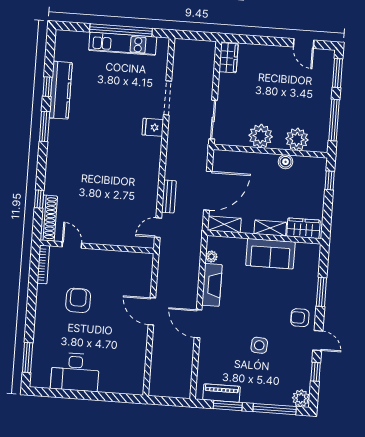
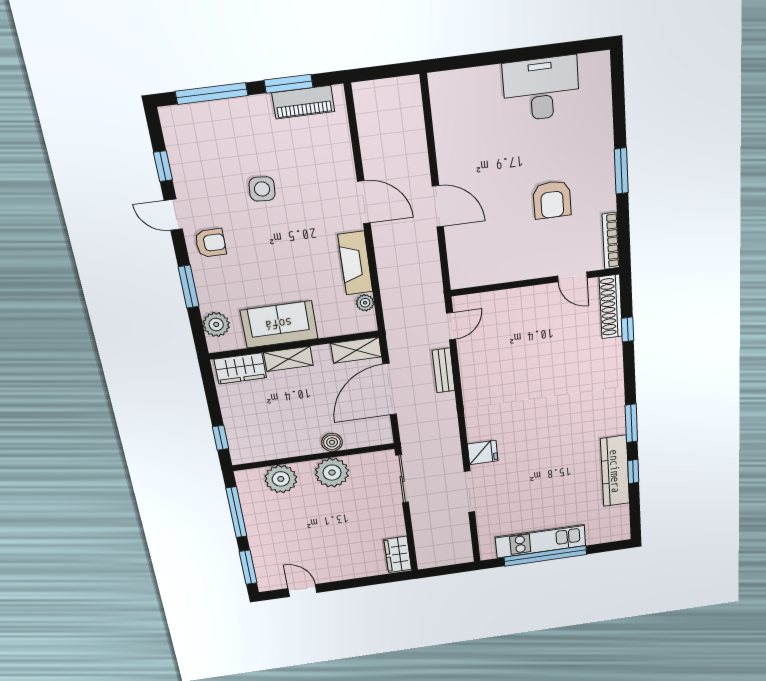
boiler: (286, 162) -> (332, 442), moved
window: (28, 357) -> (621, 171), moved
plant: (301, 398) -> (216, 324), moved

